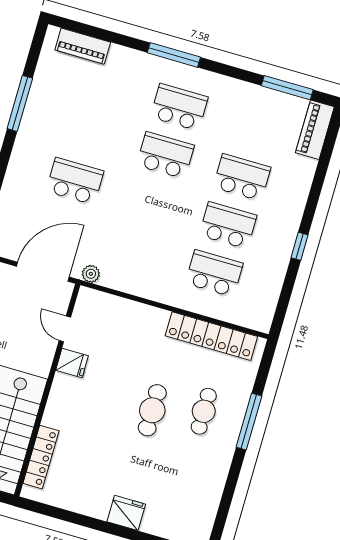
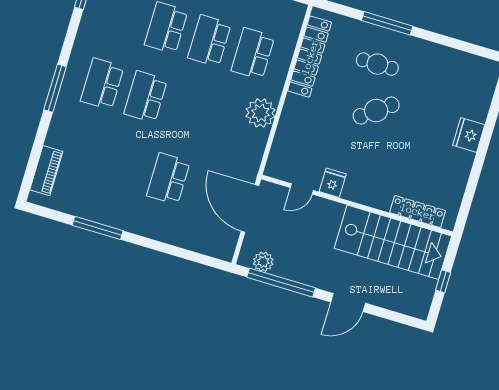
plant: (91, 274) -> (260, 113), moved, width x1.87, depth x1.87
cafe table: (152, 410) -> (376, 111), turned -37

